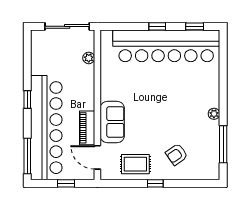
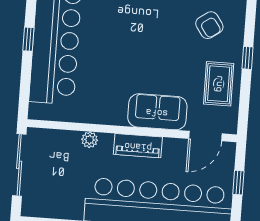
plant: (89, 58) -> (90, 140), moved
piano: (87, 128) -> (138, 146), moved

